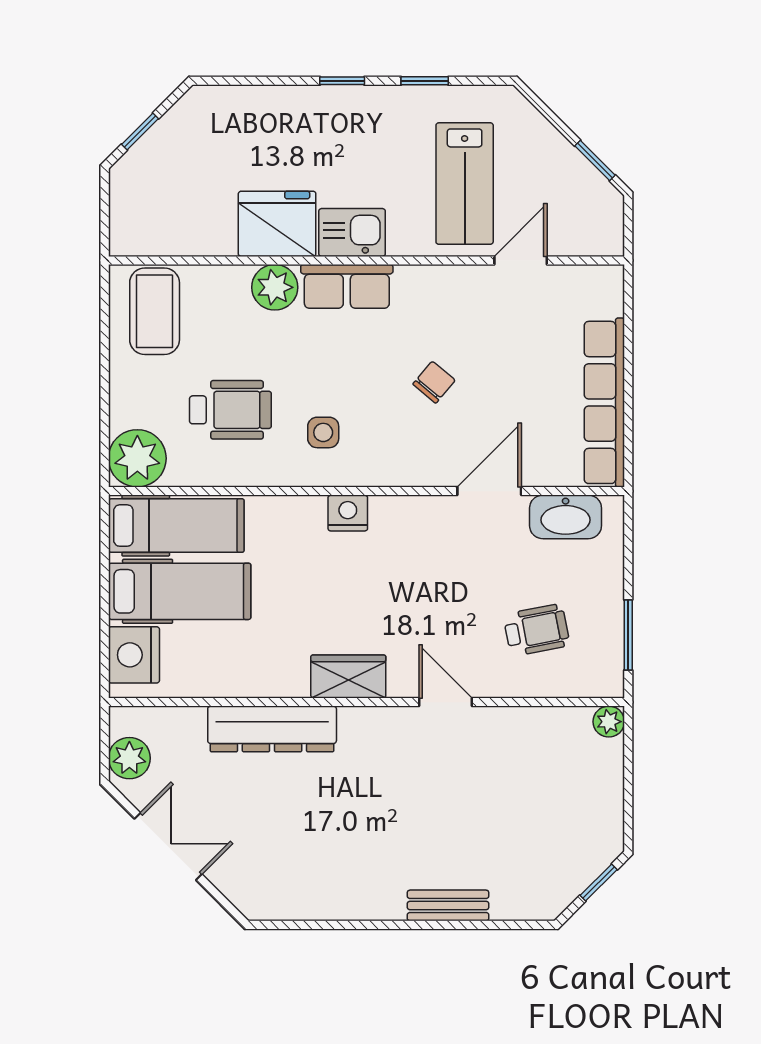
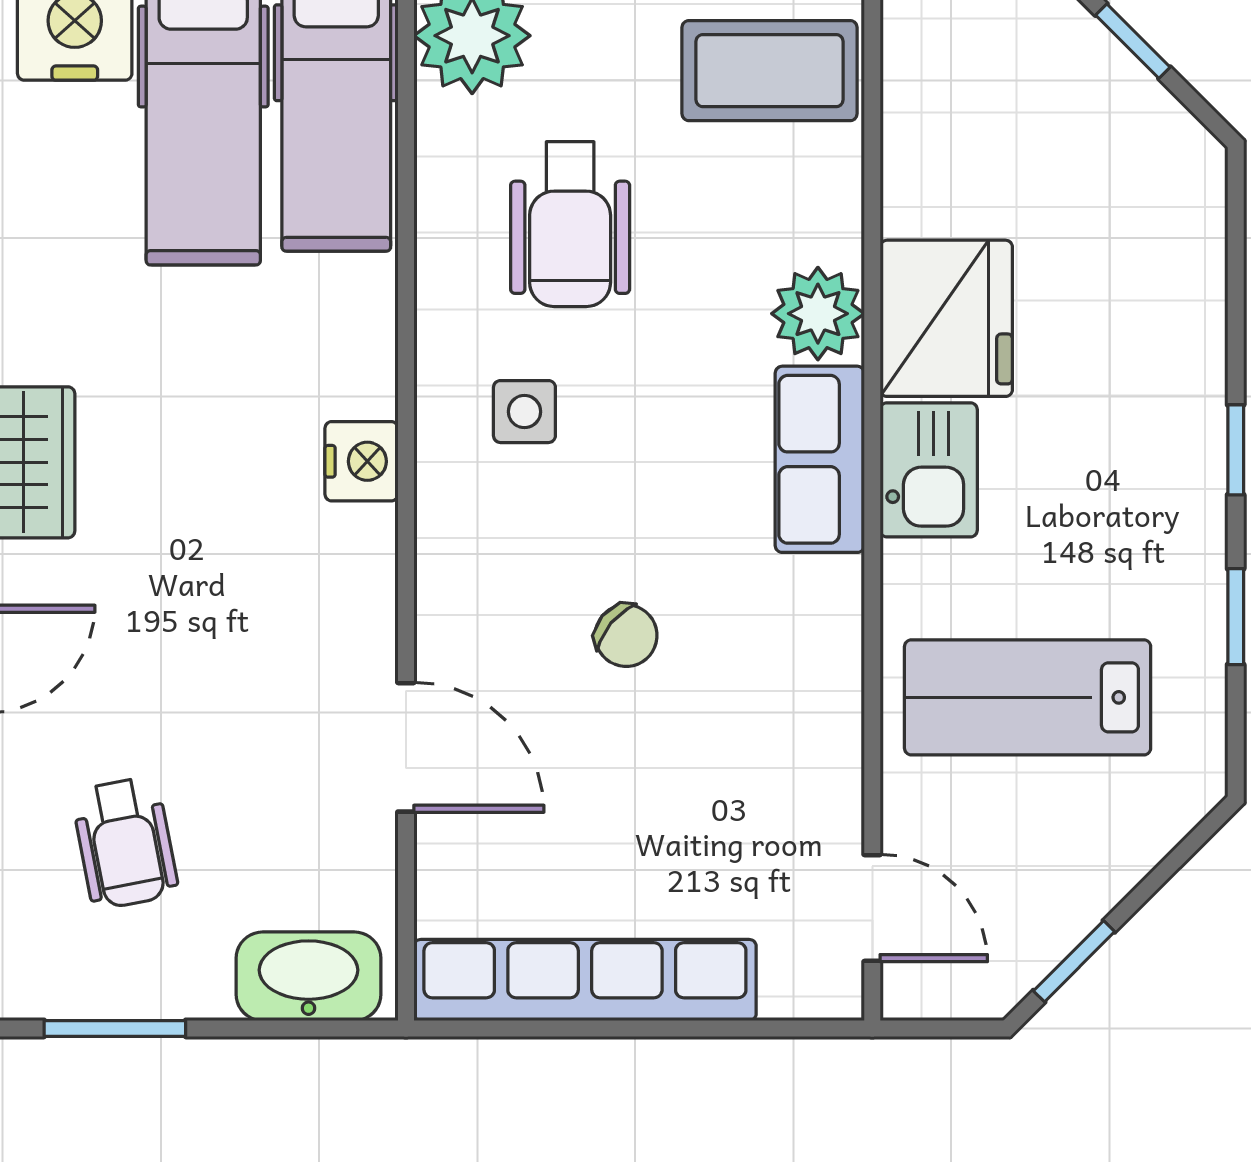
door: (521, 260) -> (872, 908), moved
washbasin: (566, 517) -> (308, 976), moved, turned 90

